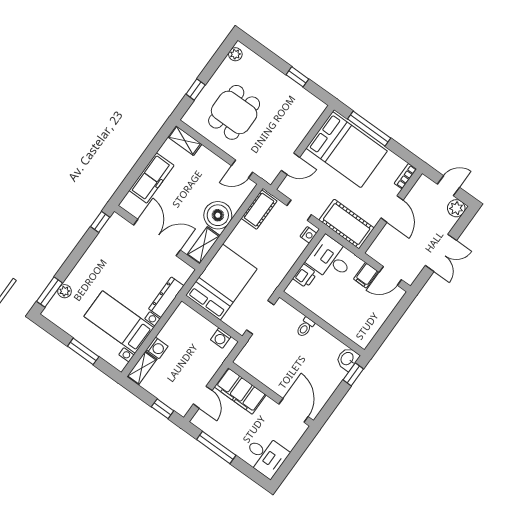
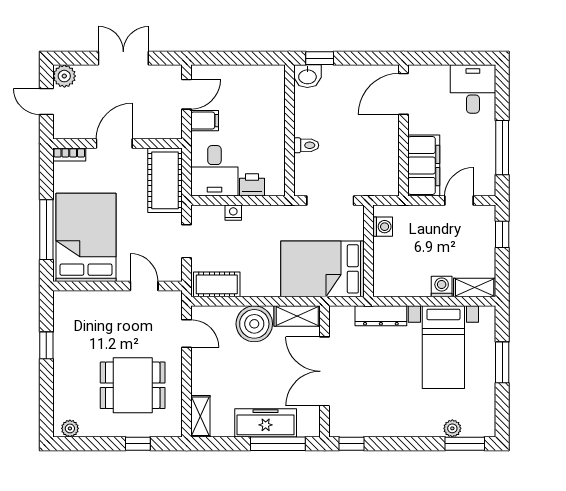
window: (133, 176) -> (278, 444), added
nightstand: (308, 235) -> (233, 213), moved
door: (390, 276) -> (187, 94), hinge flipped

